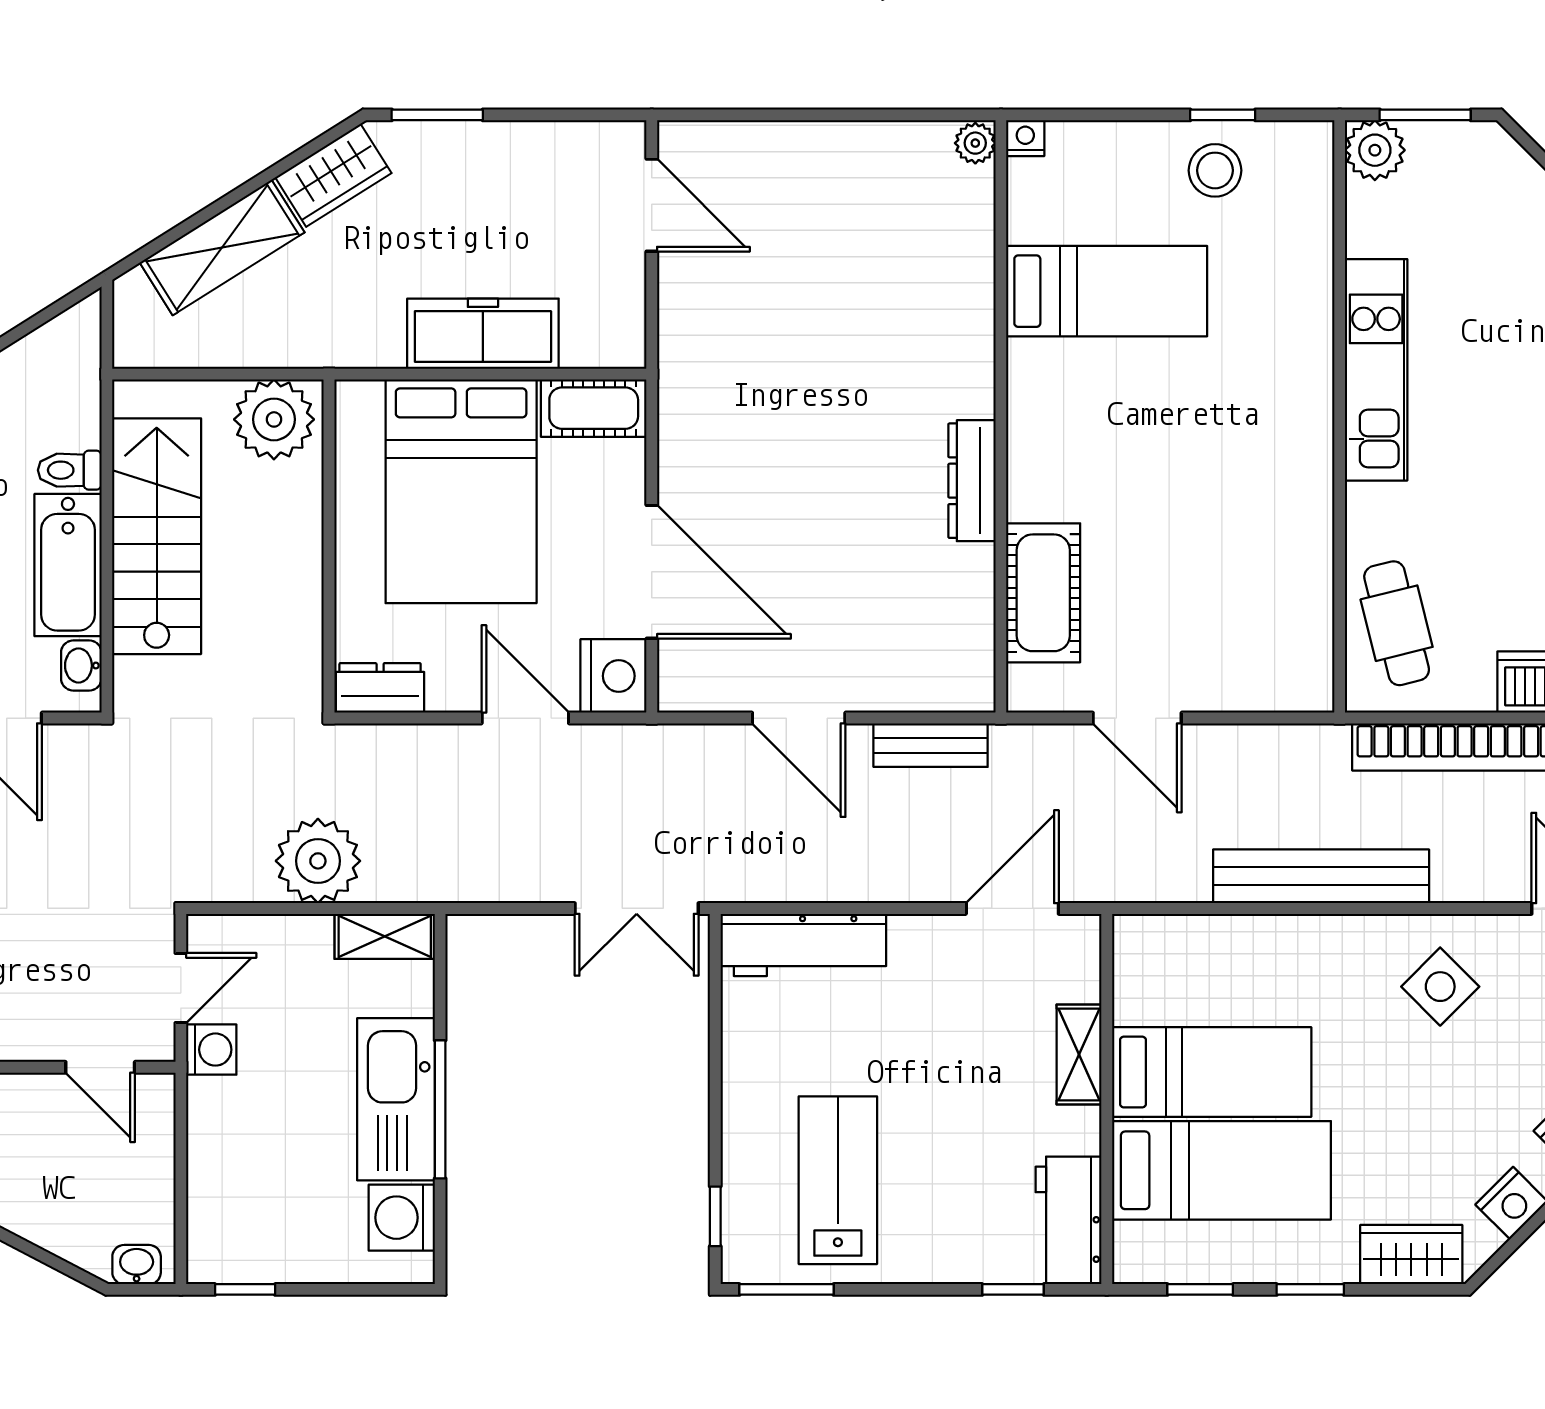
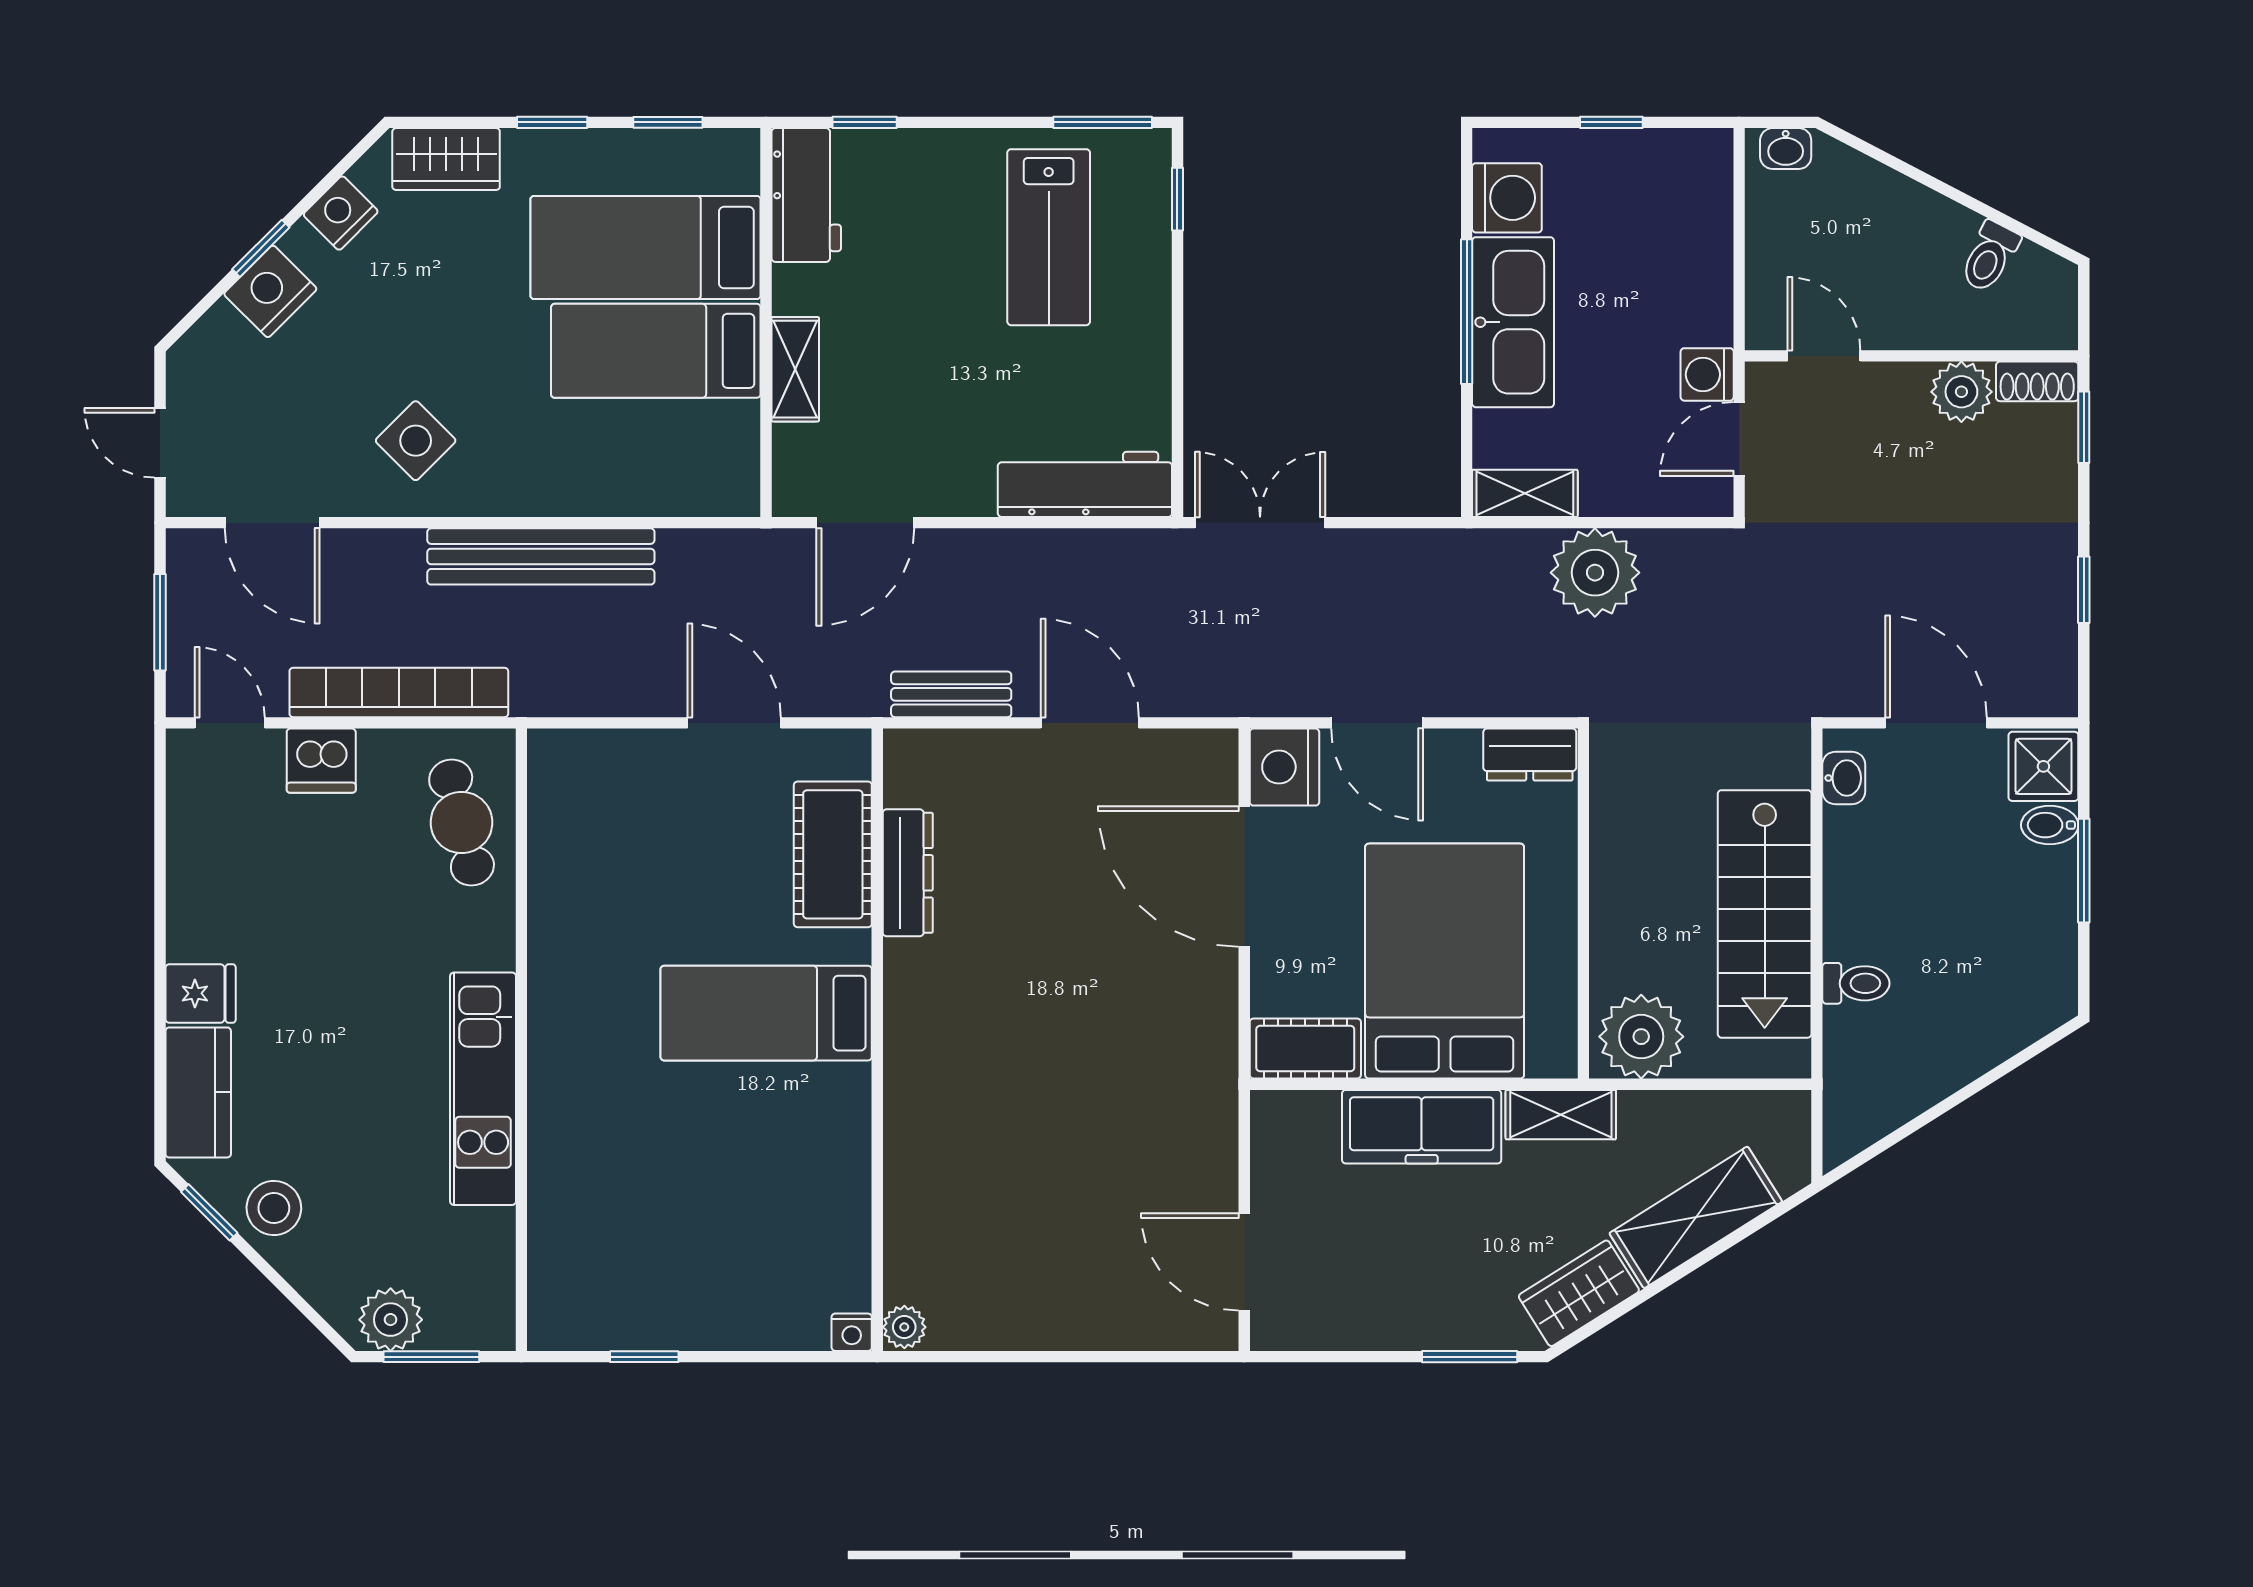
plant: (1375, 150) -> (391, 1320), moved
stool: (1215, 170) -> (652, 1298), removed
bed: (1107, 291) -> (766, 1013), moved
shelving: (351, 345) -> (1561, 1115), added
dresser: (972, 481) -> (908, 873), moved
bathtub: (68, 565) -> (1858, 884), removed
window: (245, 1289) -> (1611, 122), moved

